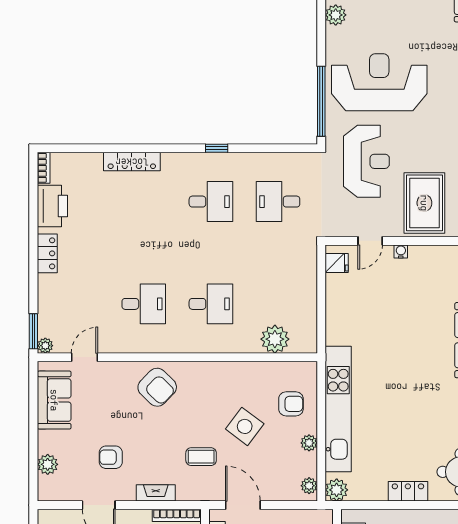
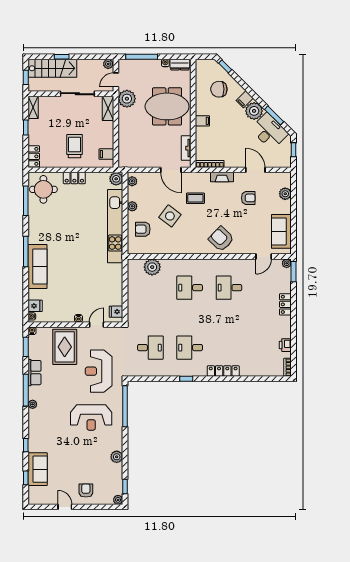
reception desk: (379, 82) -> (91, 417), width x0.74, depth x0.77
locker: (132, 162) -> (223, 371), moved
printer: (52, 206) -> (285, 345), width x0.53, depth x0.68
locker: (47, 253) -> (285, 304), moved

